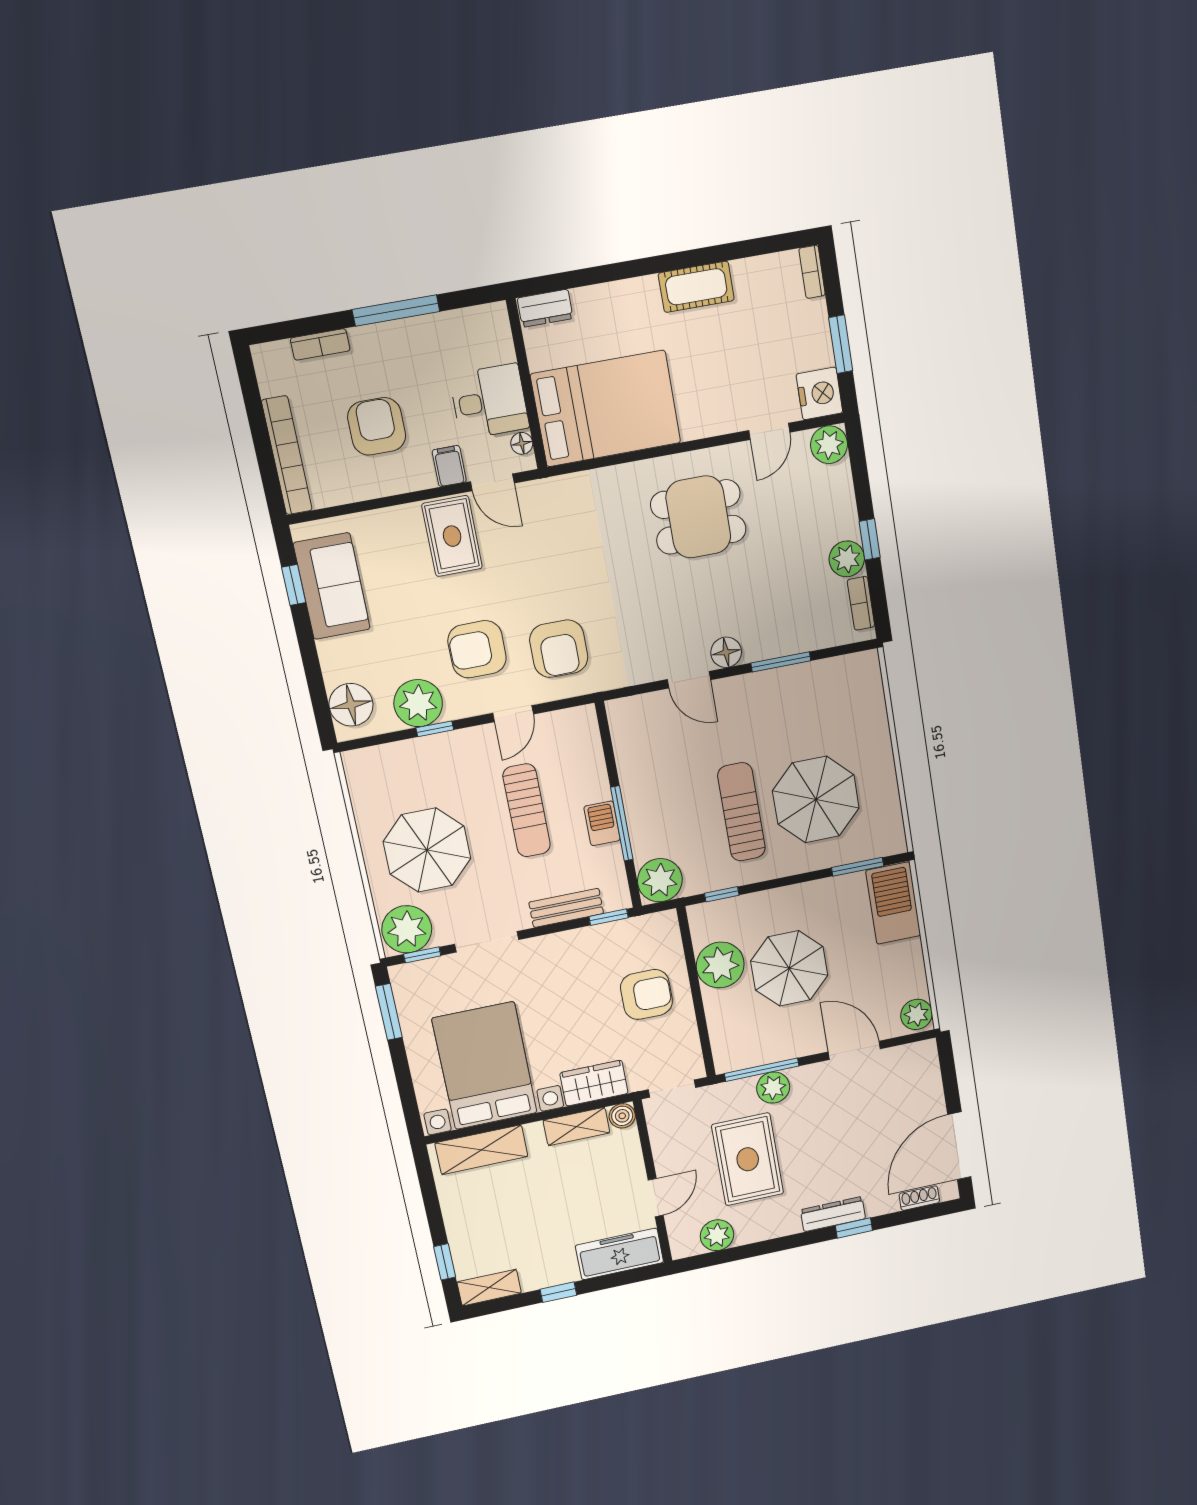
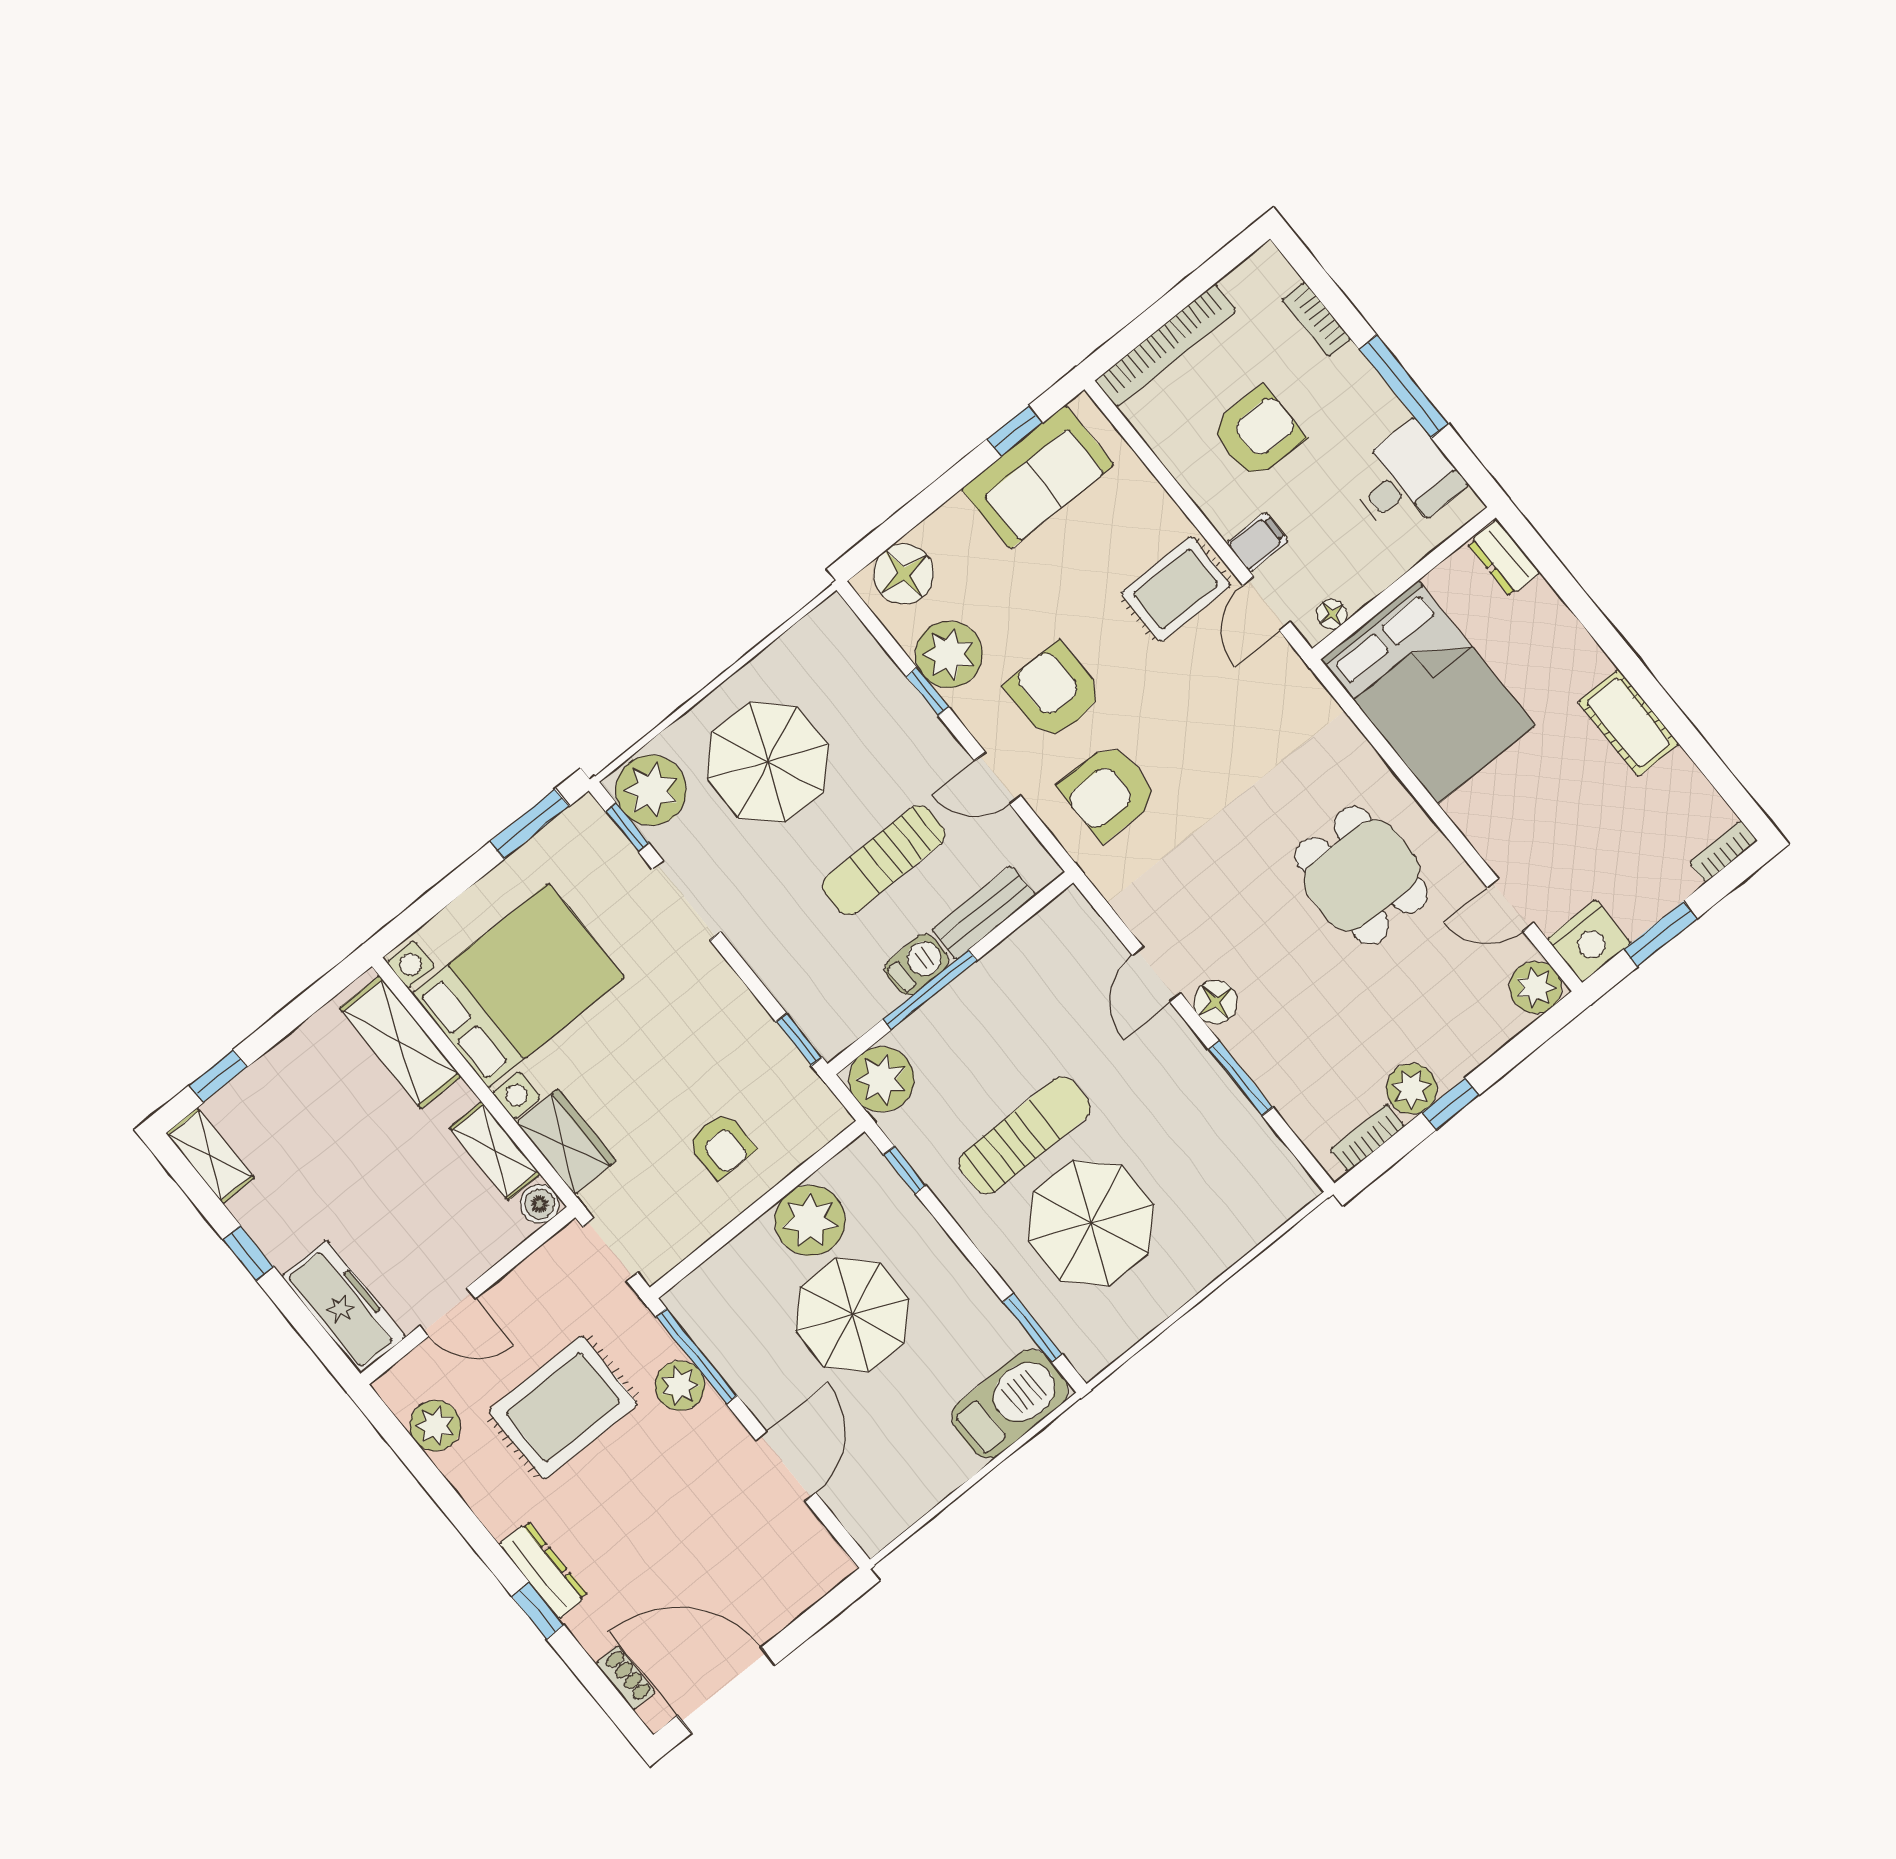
desk: (489, 401) -> (1405, 480), moved, turned -90
bench: (566, 908) -> (984, 912), moved, turned 90
armchair: (646, 994) -> (721, 1145), width x0.72, depth x0.72
plant: (916, 1014) -> (877, 1523), removed

